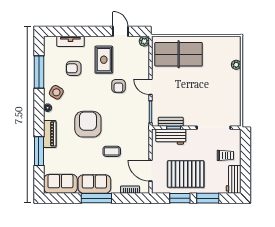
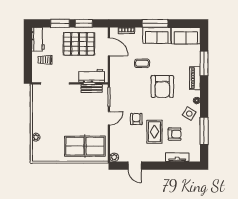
rug: (104, 60) -> (154, 132), moved
door: (150, 87) -> (109, 118), hinge flipped

